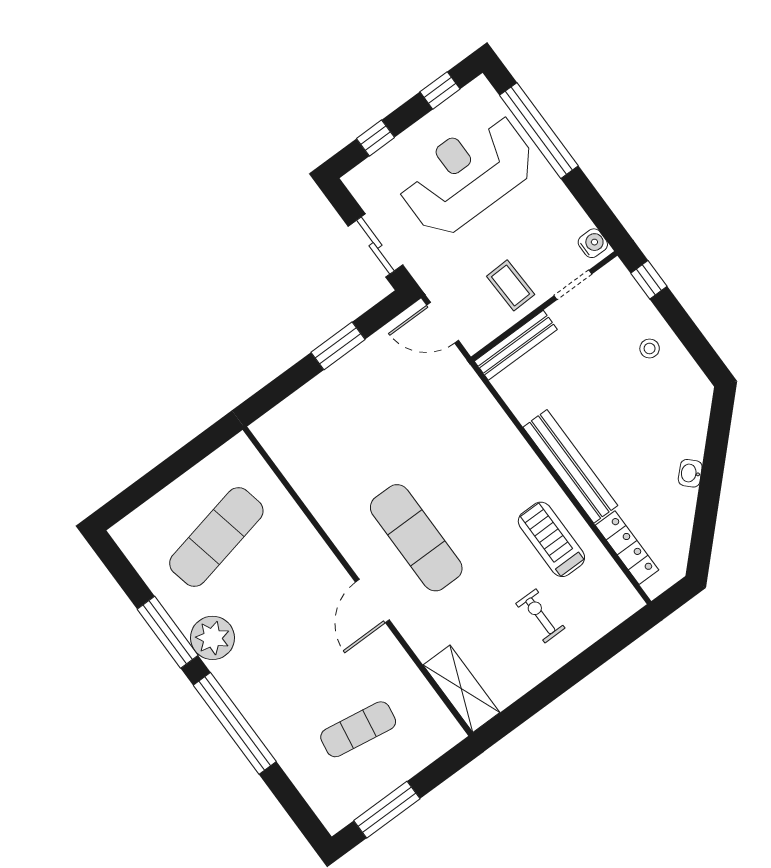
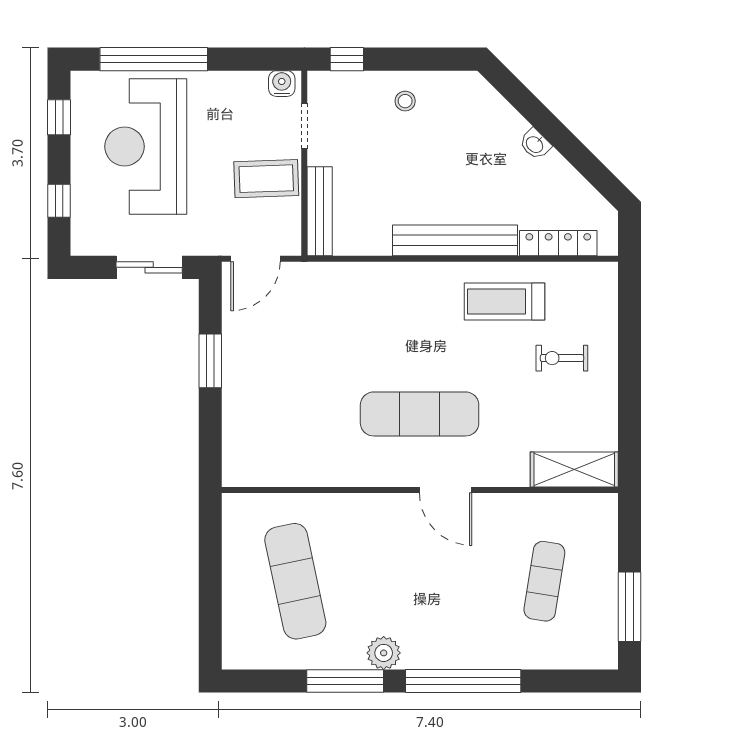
coffee table: (511, 285) -> (266, 179), width x1.36, depth x1.30
plant: (213, 638) -> (384, 653), width x0.73, depth x0.73

